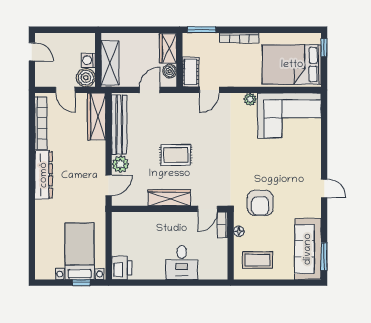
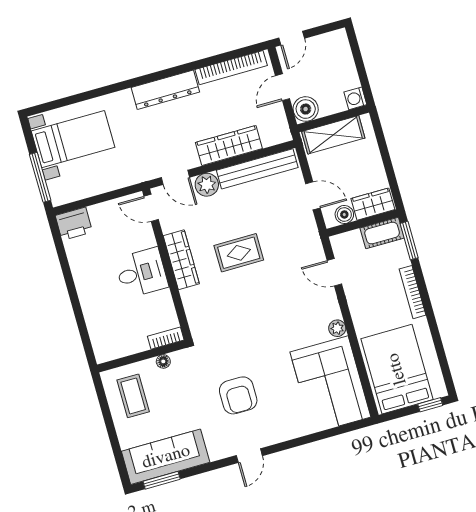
door: (32, 52) -> (292, 38), moved
washing machine: (88, 60) -> (355, 98), moved, turned -90
cot: (191, 72) -> (382, 233), moved
wardrobe: (97, 116) -> (229, 146), moved
rug: (176, 155) -> (239, 253), turned 90
armchair: (260, 203) -> (238, 395), moved, turned -90
door: (207, 209) -> (151, 208), moved
bed with nightstands: (80, 251) -> (73, 139), moved
desk: (182, 263) -> (142, 273), moved, turned 180
window: (81, 283) -> (40, 177), width x2.17

